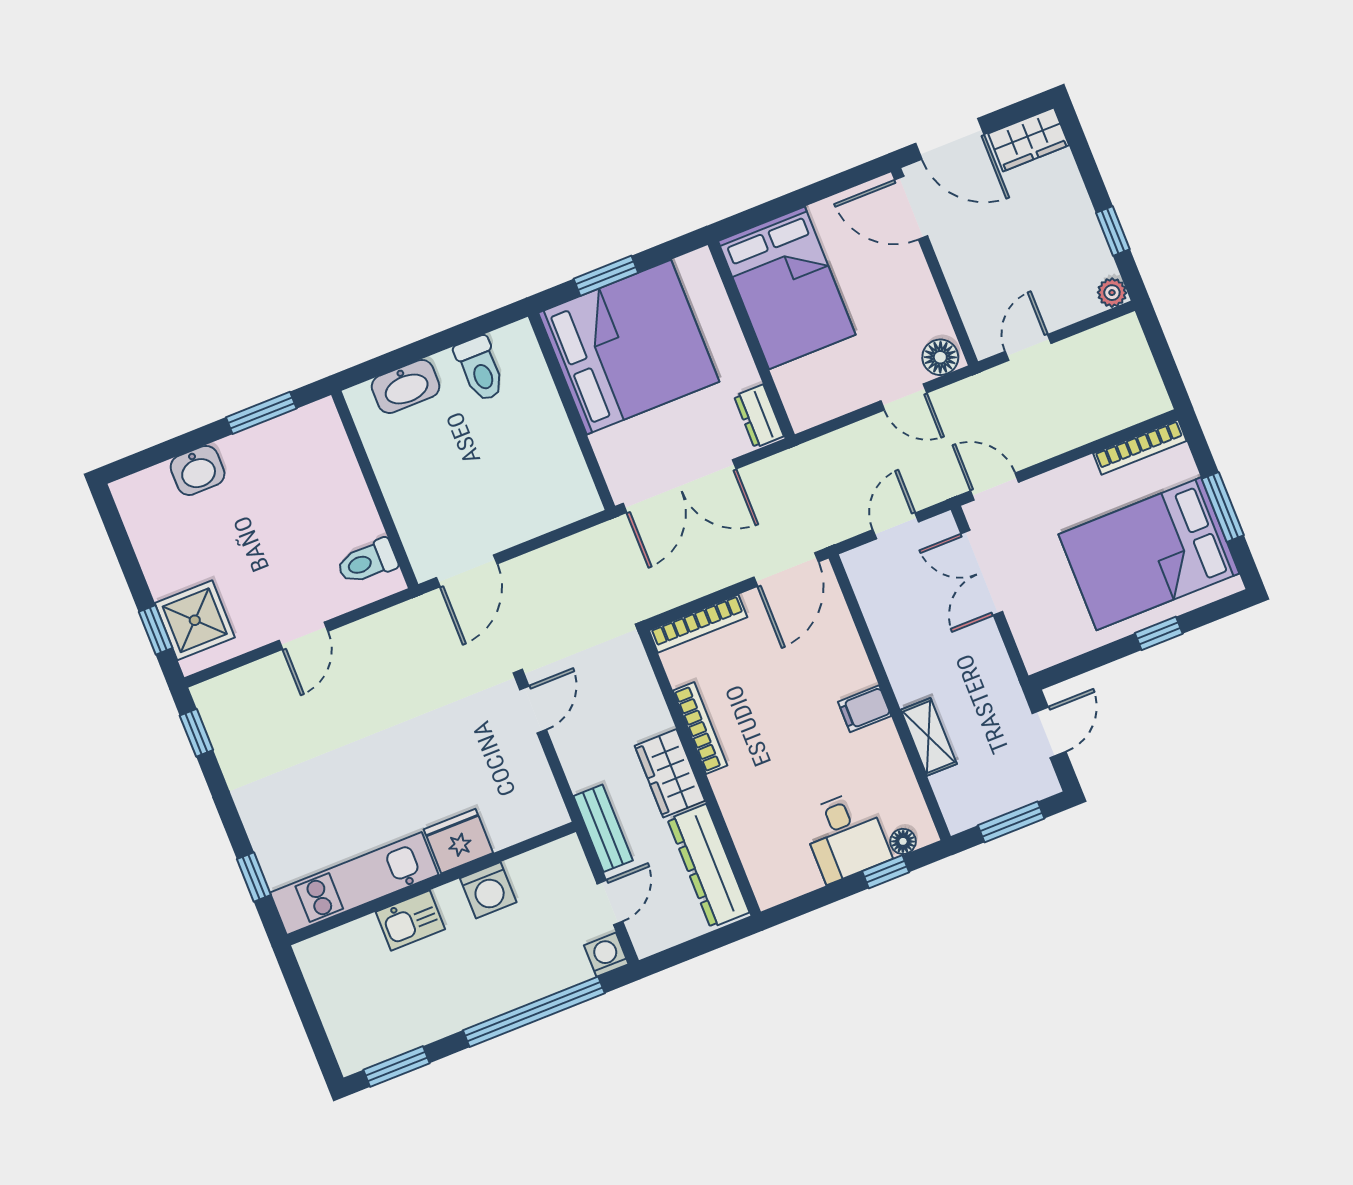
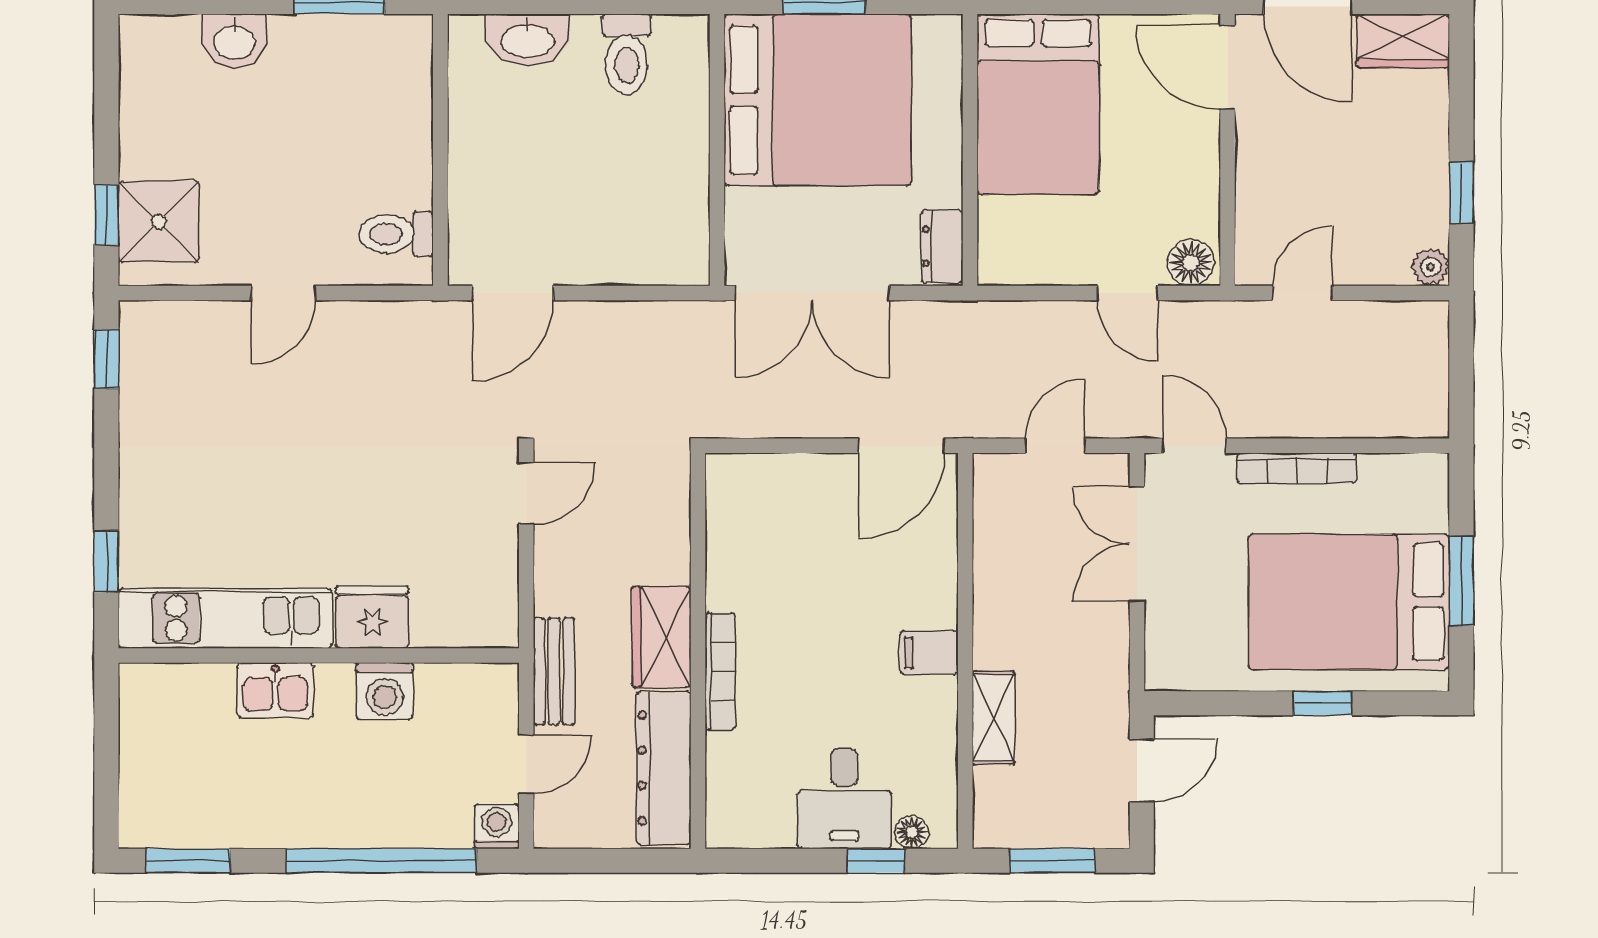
bookcase: (1140, 447) -> (1297, 468), moved
bookcase: (698, 624) -> (768, 469), removed
bookcase: (700, 728) -> (720, 671), moved

